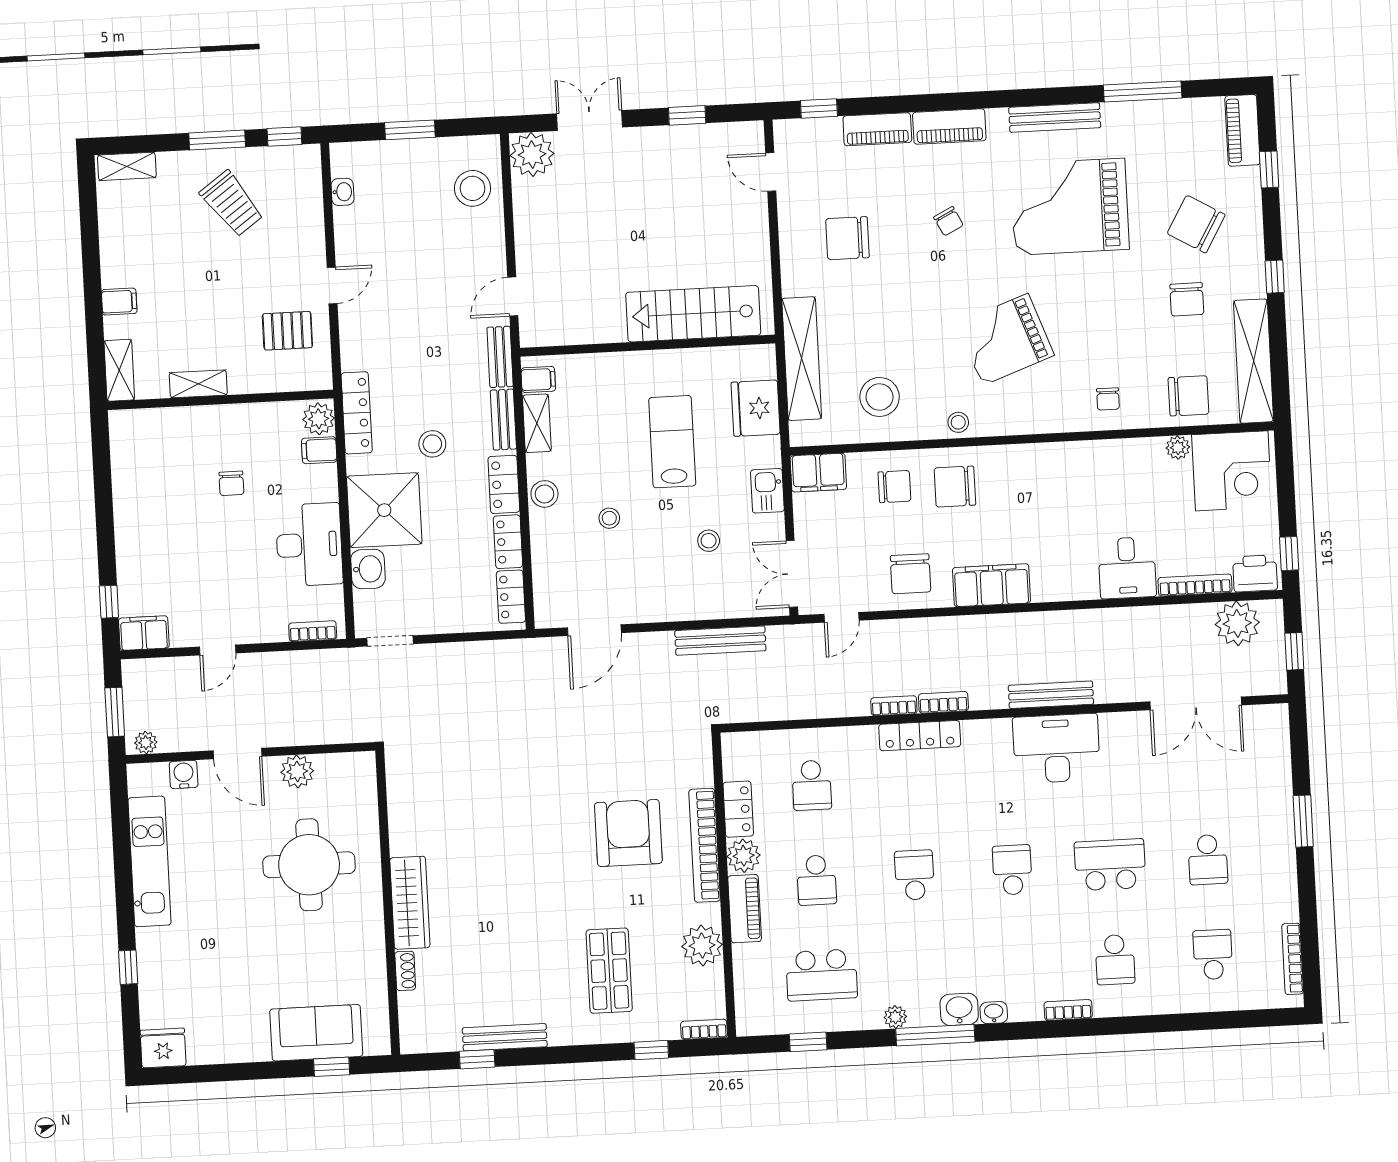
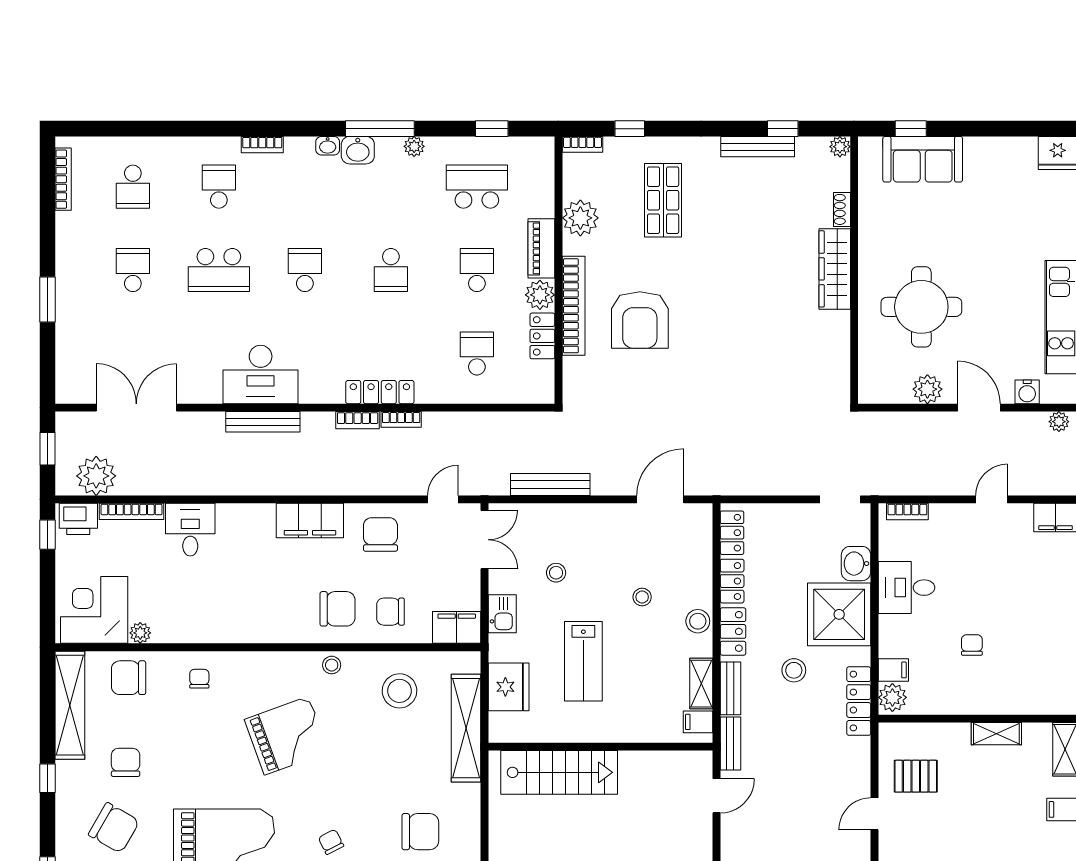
desk: (309, 545) -> (907, 588), width x0.73
school desk: (1012, 870) -> (305, 270), turned 180
plant: (411, 1042) -> (840, 147), added

